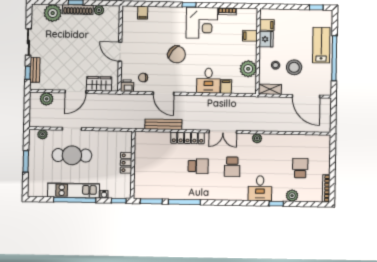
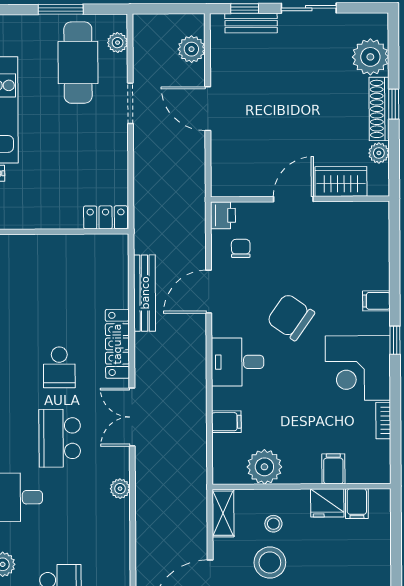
filing cabinet: (143, 13) -> (376, 301), moved
chair: (177, 54) -> (291, 317), turned 85
desk: (208, 81) -> (238, 362), moved
wardrobe: (99, 84) -> (341, 181), moved, turned -90
cafe table: (72, 155) -> (78, 63), moved
locker: (126, 163) -> (106, 217), moved
school desk: (232, 167) -> (60, 438), width x1.85

